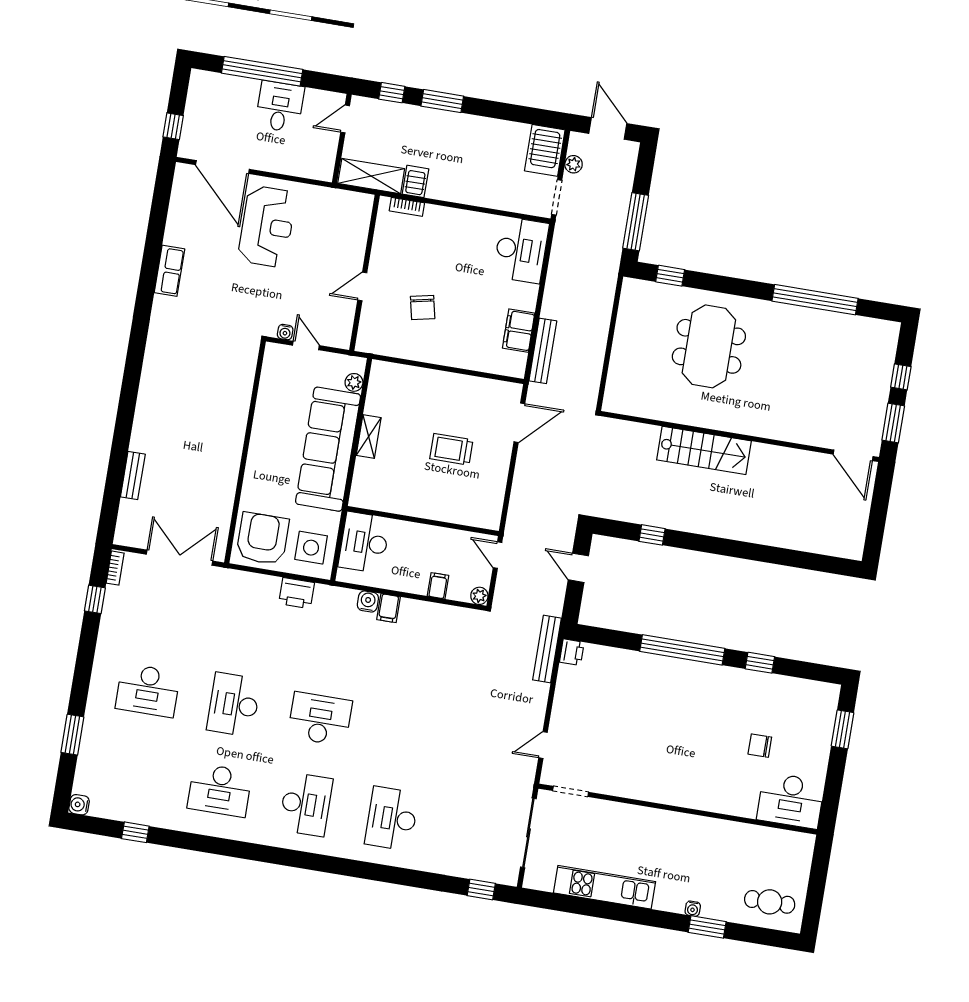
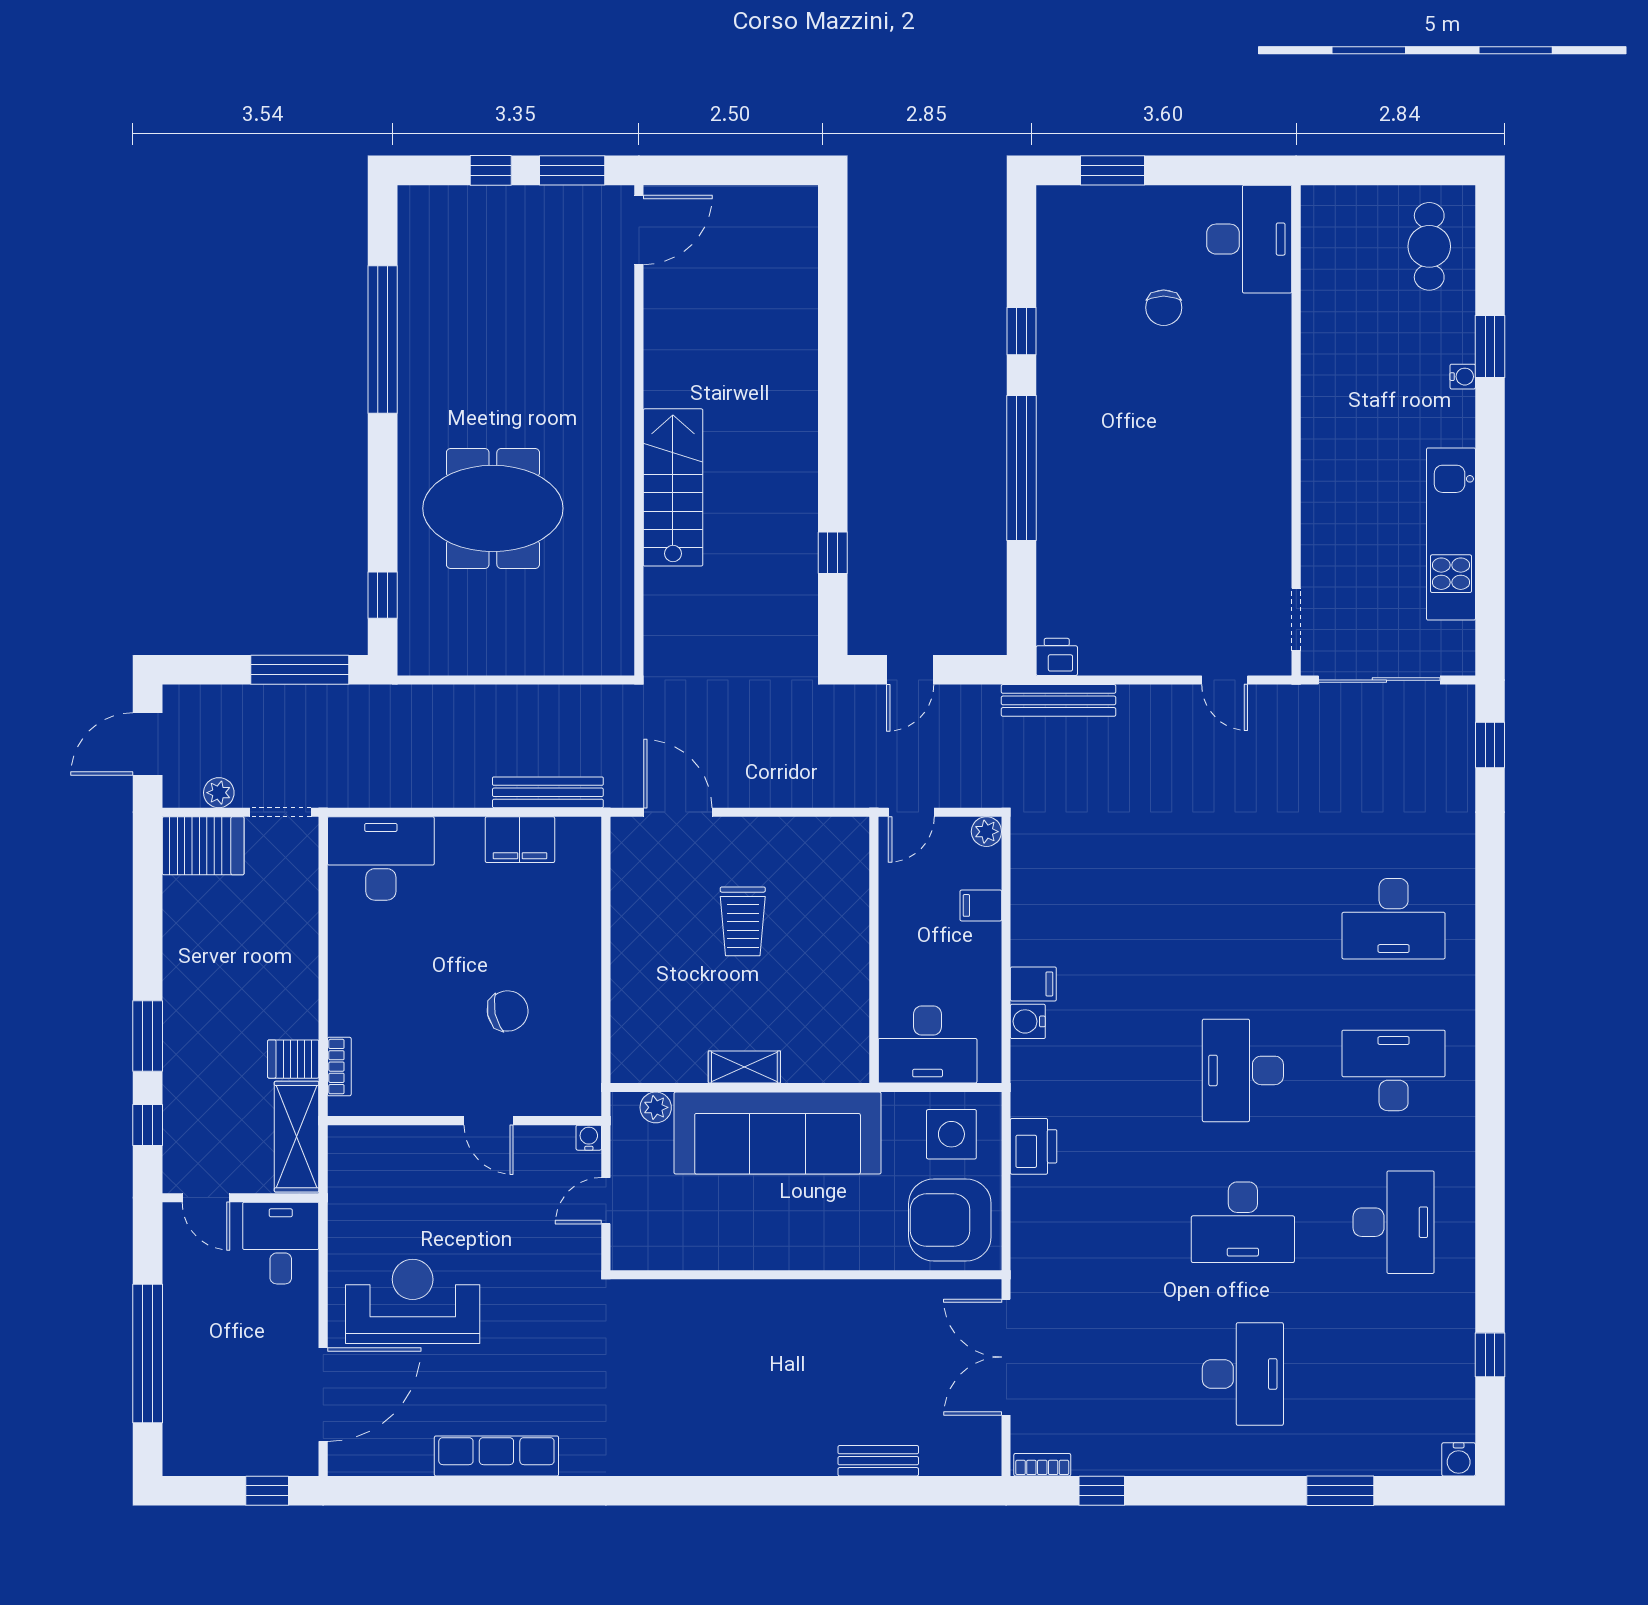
desk: (280, 107) -> (281, 1243), moved, turned 90
row of seats: (169, 271) -> (496, 1456), width x1.48
water cooler: (285, 332) -> (589, 1138), moved, turned -90

